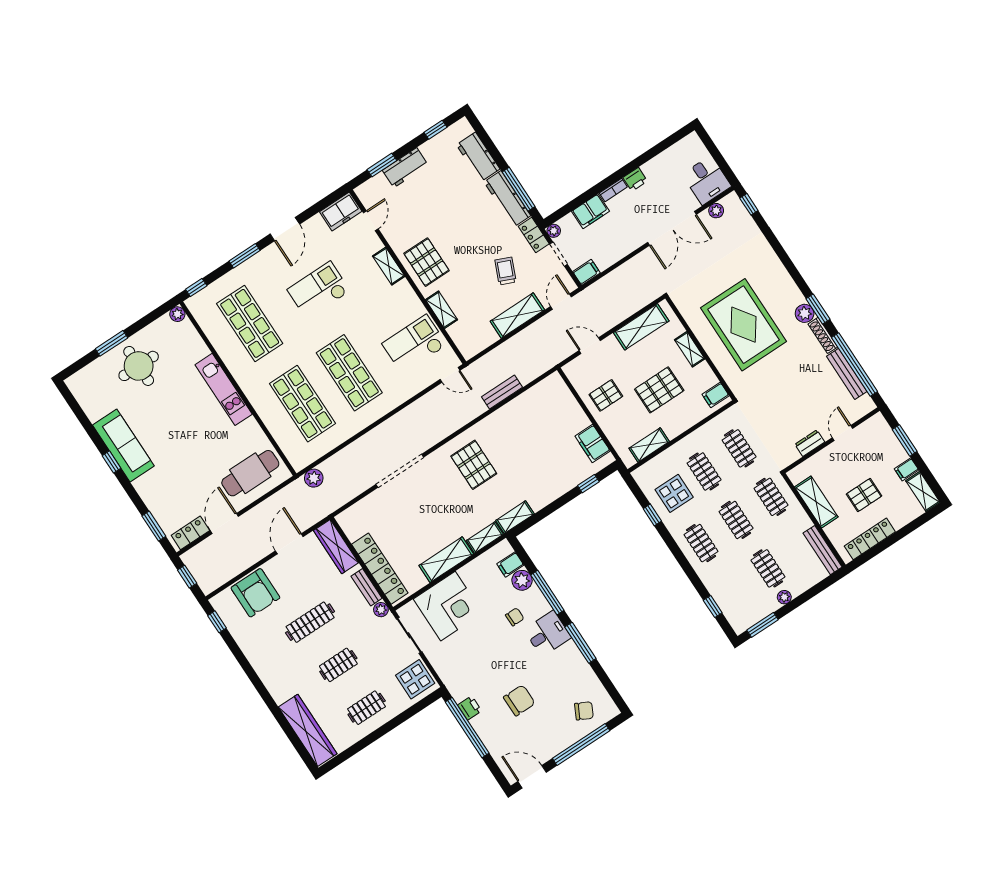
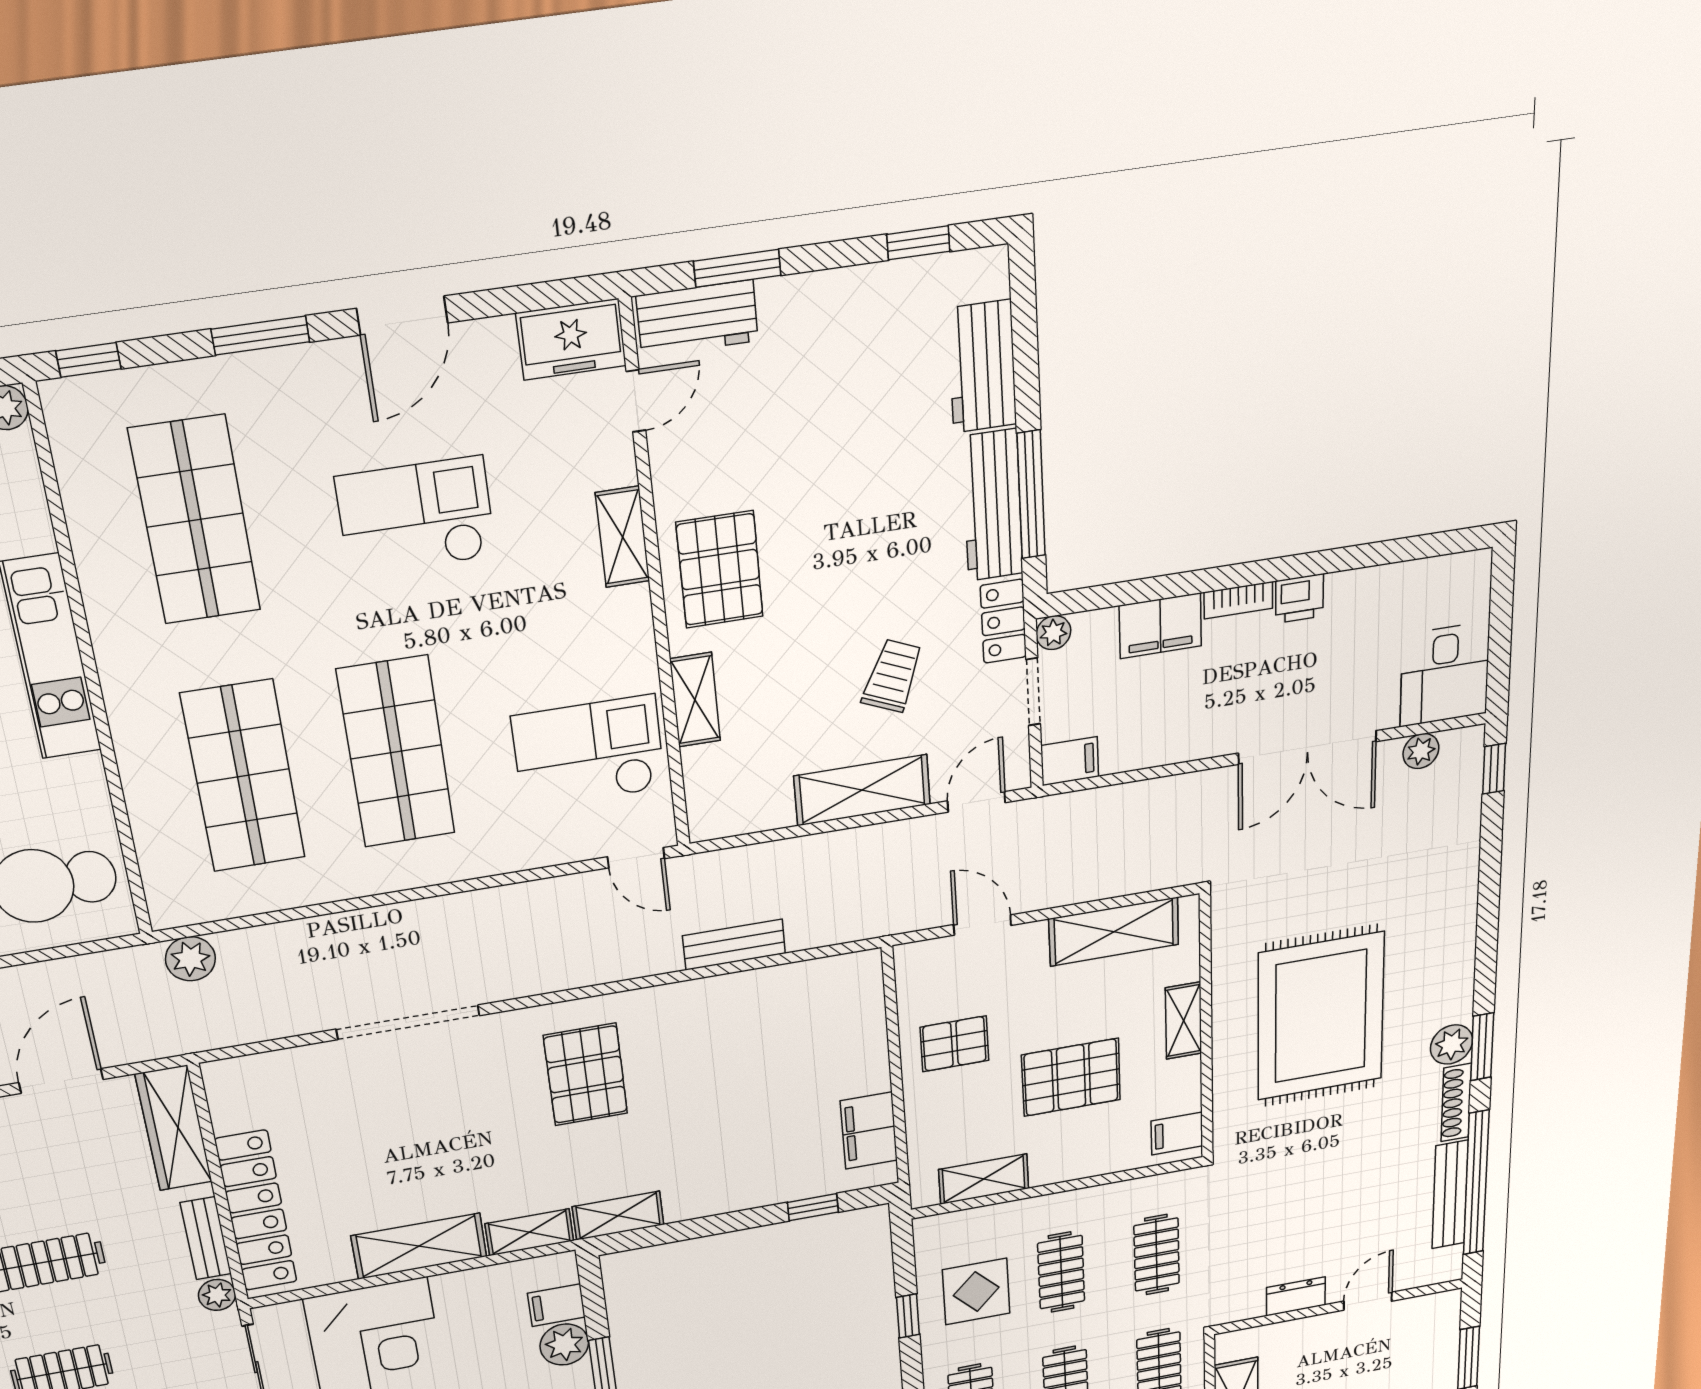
workbench: (405, 168) -> (697, 318), moved

